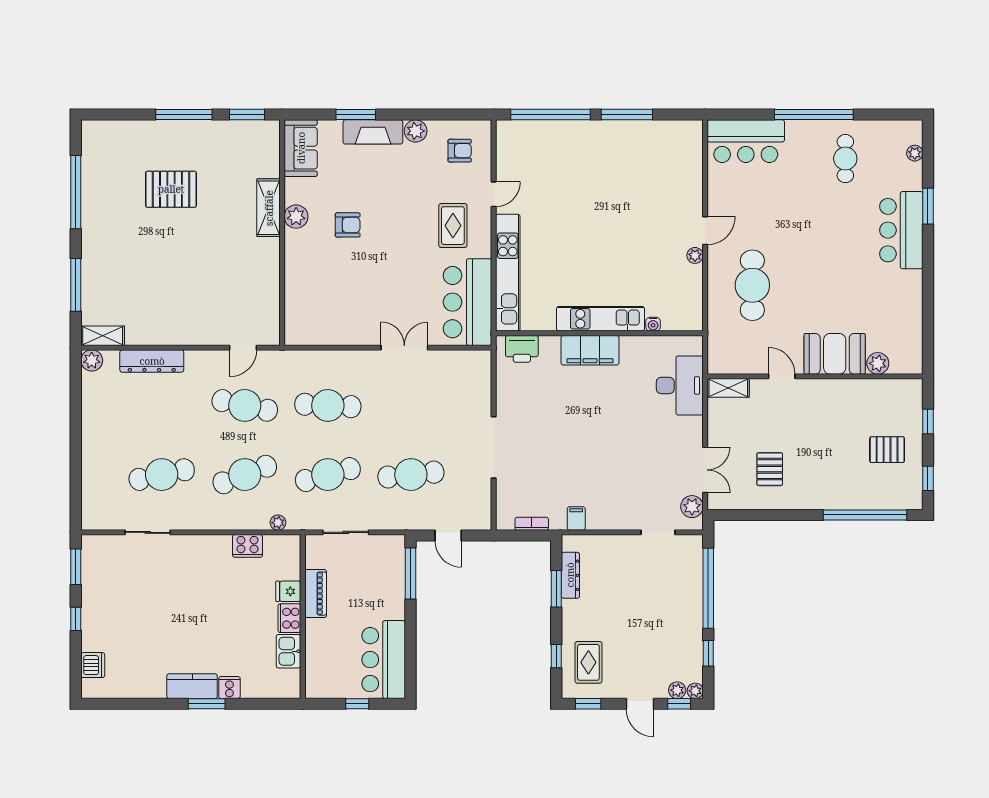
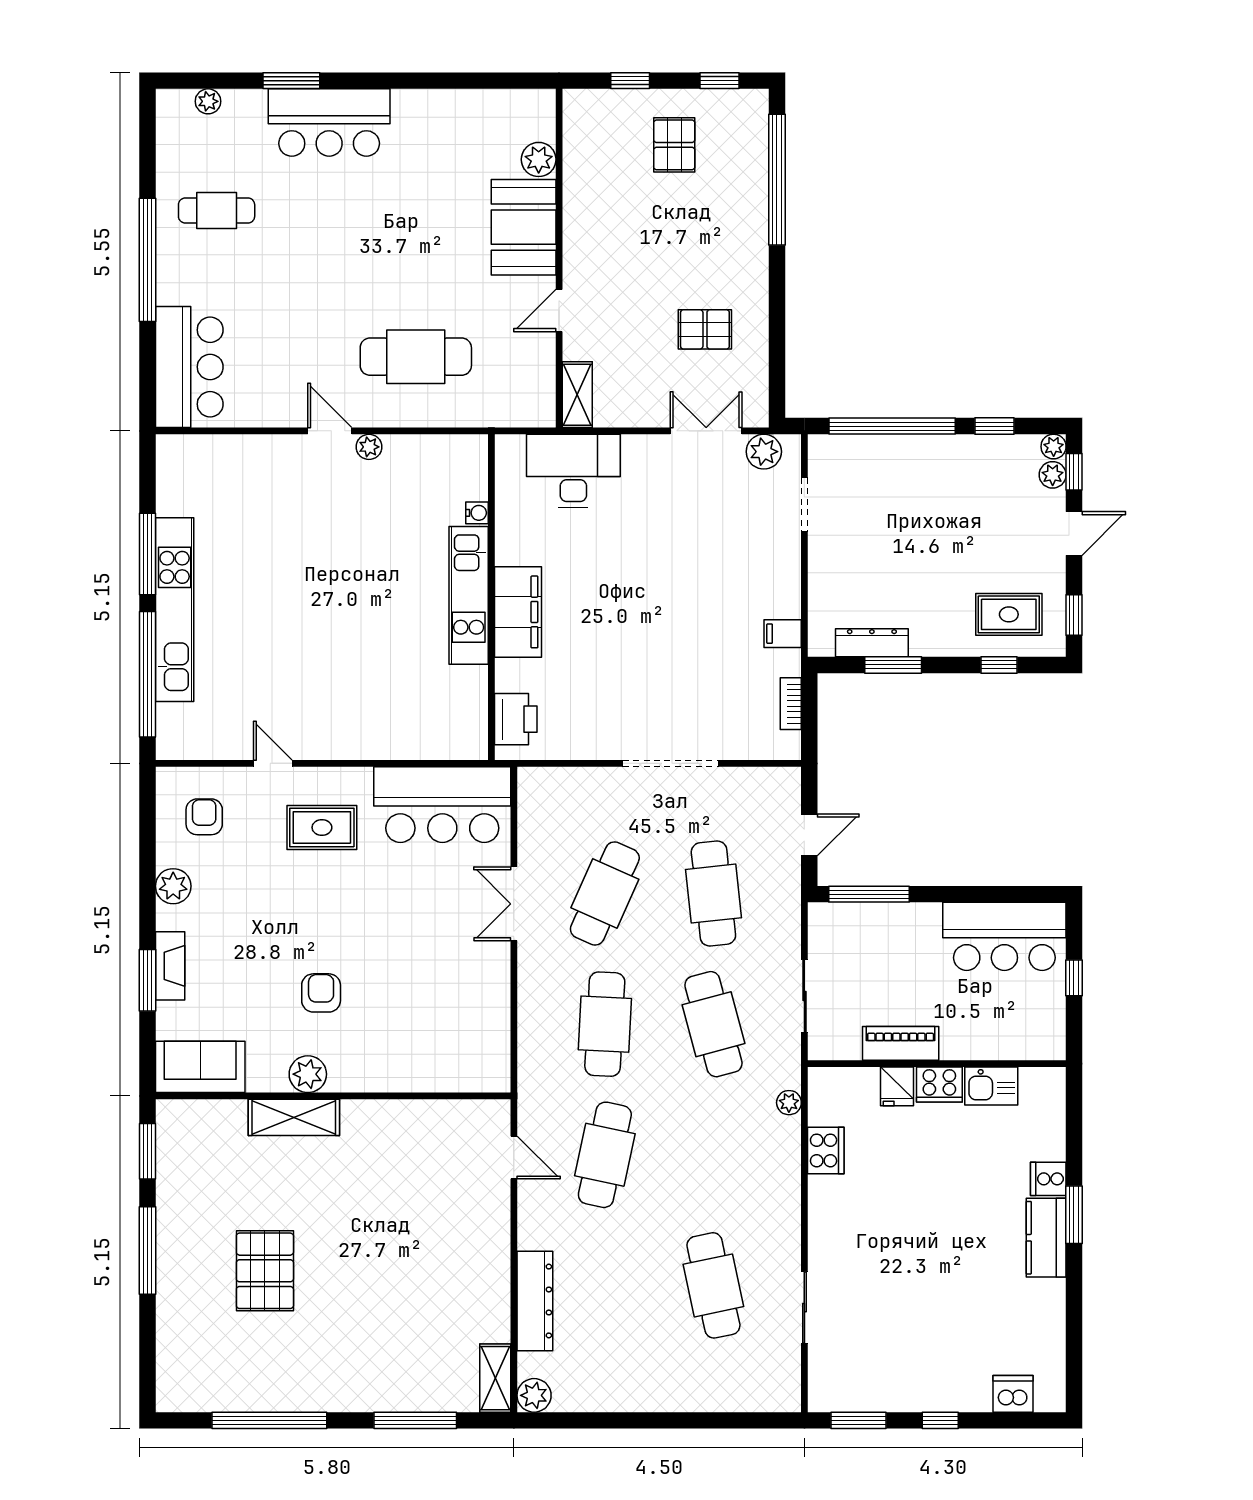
fireplace: (373, 132) -> (170, 966), width x0.73, depth x0.76
kitchen unit: (508, 273) -> (175, 610), moved, turned 90
cafe table: (245, 475) -> (605, 894), moved, turned 45

